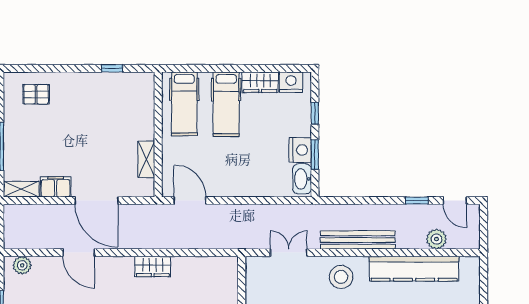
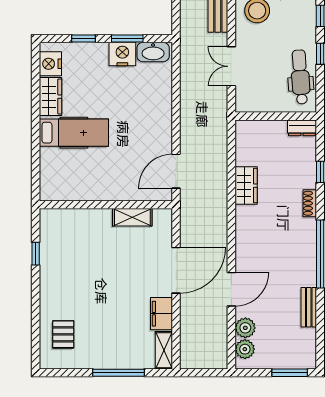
hospital bed: (184, 104) -> (73, 177), removed
plant: (42, 266) -> (245, 328), added
wardrobe: (153, 267) -> (246, 186), moved

